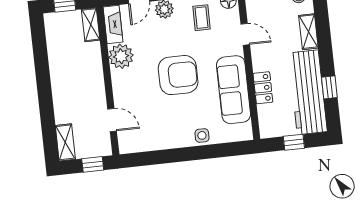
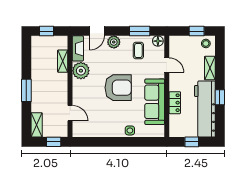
shelving: (91, 25) -> (63, 61), moved
window: (329, 87) -> (220, 97), moved
window: (45, 94) -> (26, 90), added

